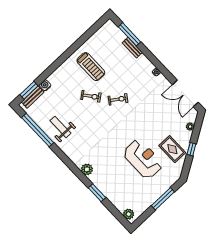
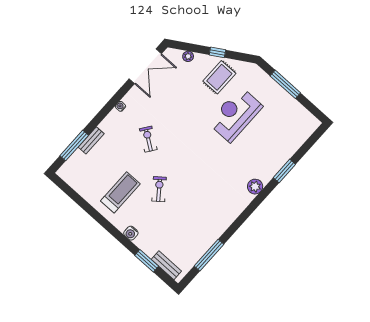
water cooler: (45, 85) -> (131, 233), moved
window: (29, 90) -> (147, 261), moved
exercise bike: (118, 99) -> (148, 139), moved
weight bench: (60, 127) -> (202, 226), removed
window: (38, 130) -> (209, 255), width x0.68
plant: (129, 214) -> (309, 127), removed

